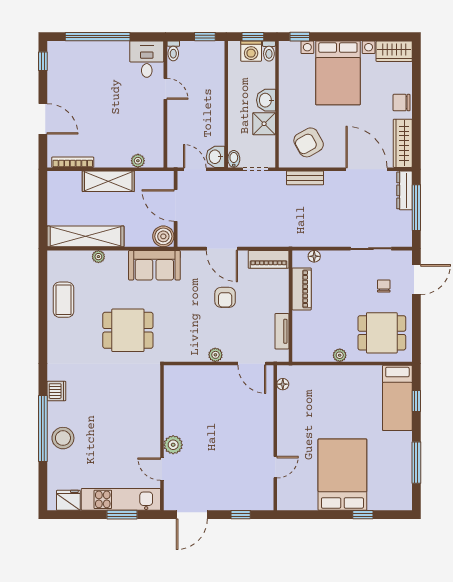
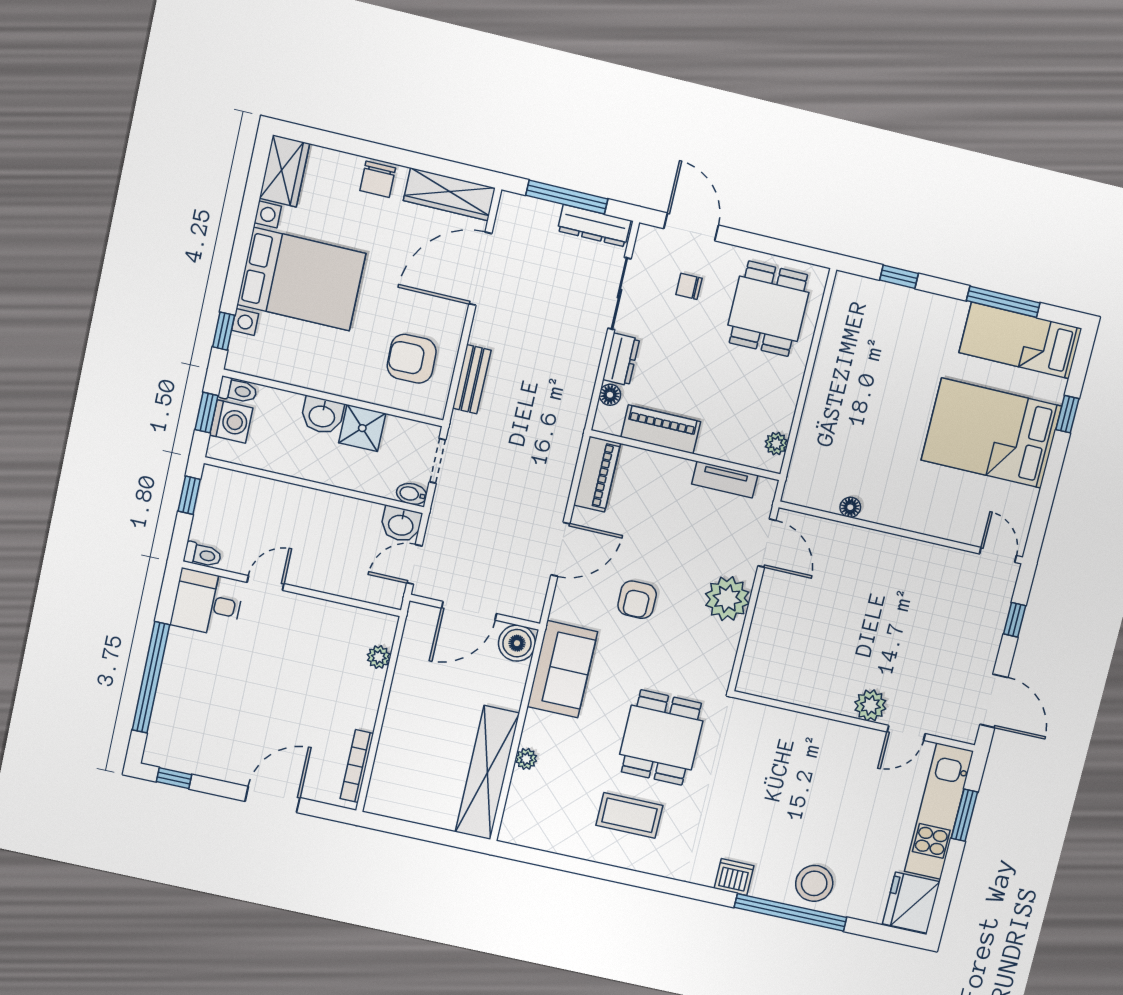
armchair: (309, 142) -> (412, 359), turned 118
shelving: (108, 181) -> (402, 714), removed
dresser: (404, 190) -> (594, 226), moved
dresser: (335, 258) -> (621, 359), added
armchair: (225, 297) -> (637, 600), moved, turned 90
coffee table: (63, 300) -> (629, 815), moved
plant: (215, 355) -> (727, 599), width x1.87, depth x1.87
plant: (340, 355) -> (776, 444), moved
door: (252, 363) -> (767, 543), hinge flipped
floor lamp: (283, 384) -> (850, 507), moved
bed: (397, 398) -> (1020, 340), moved, turned 180
door: (275, 467) -> (998, 555), moved
fridge: (68, 500) -> (911, 903), width x1.36, depth x1.34

